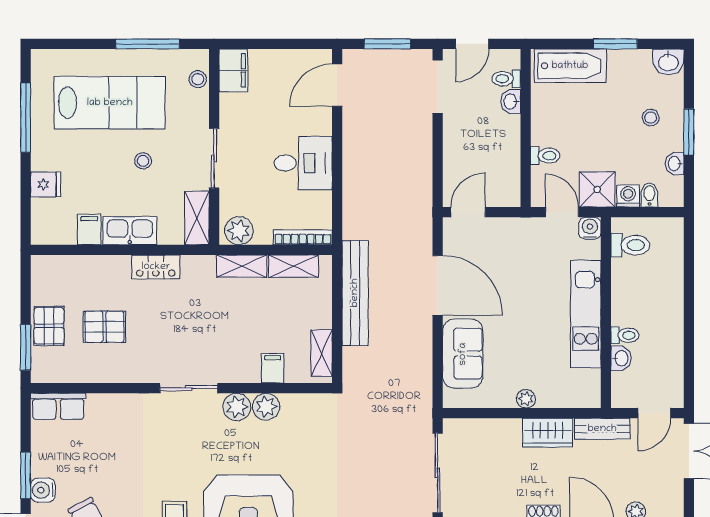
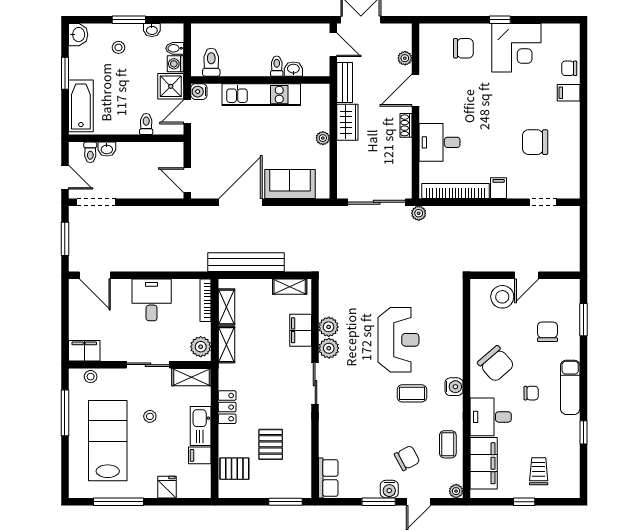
pallet: (49, 326) -> (234, 469), moved
filing cabinet: (273, 368) -> (301, 330), width x2.00

